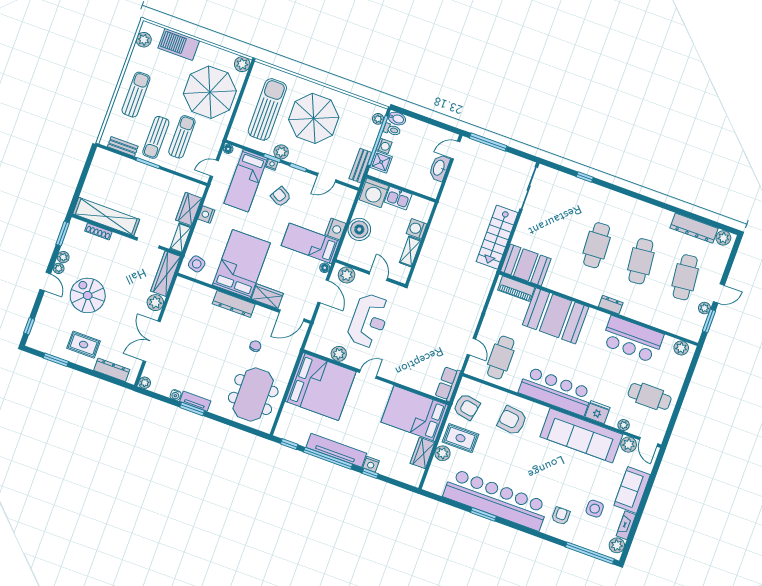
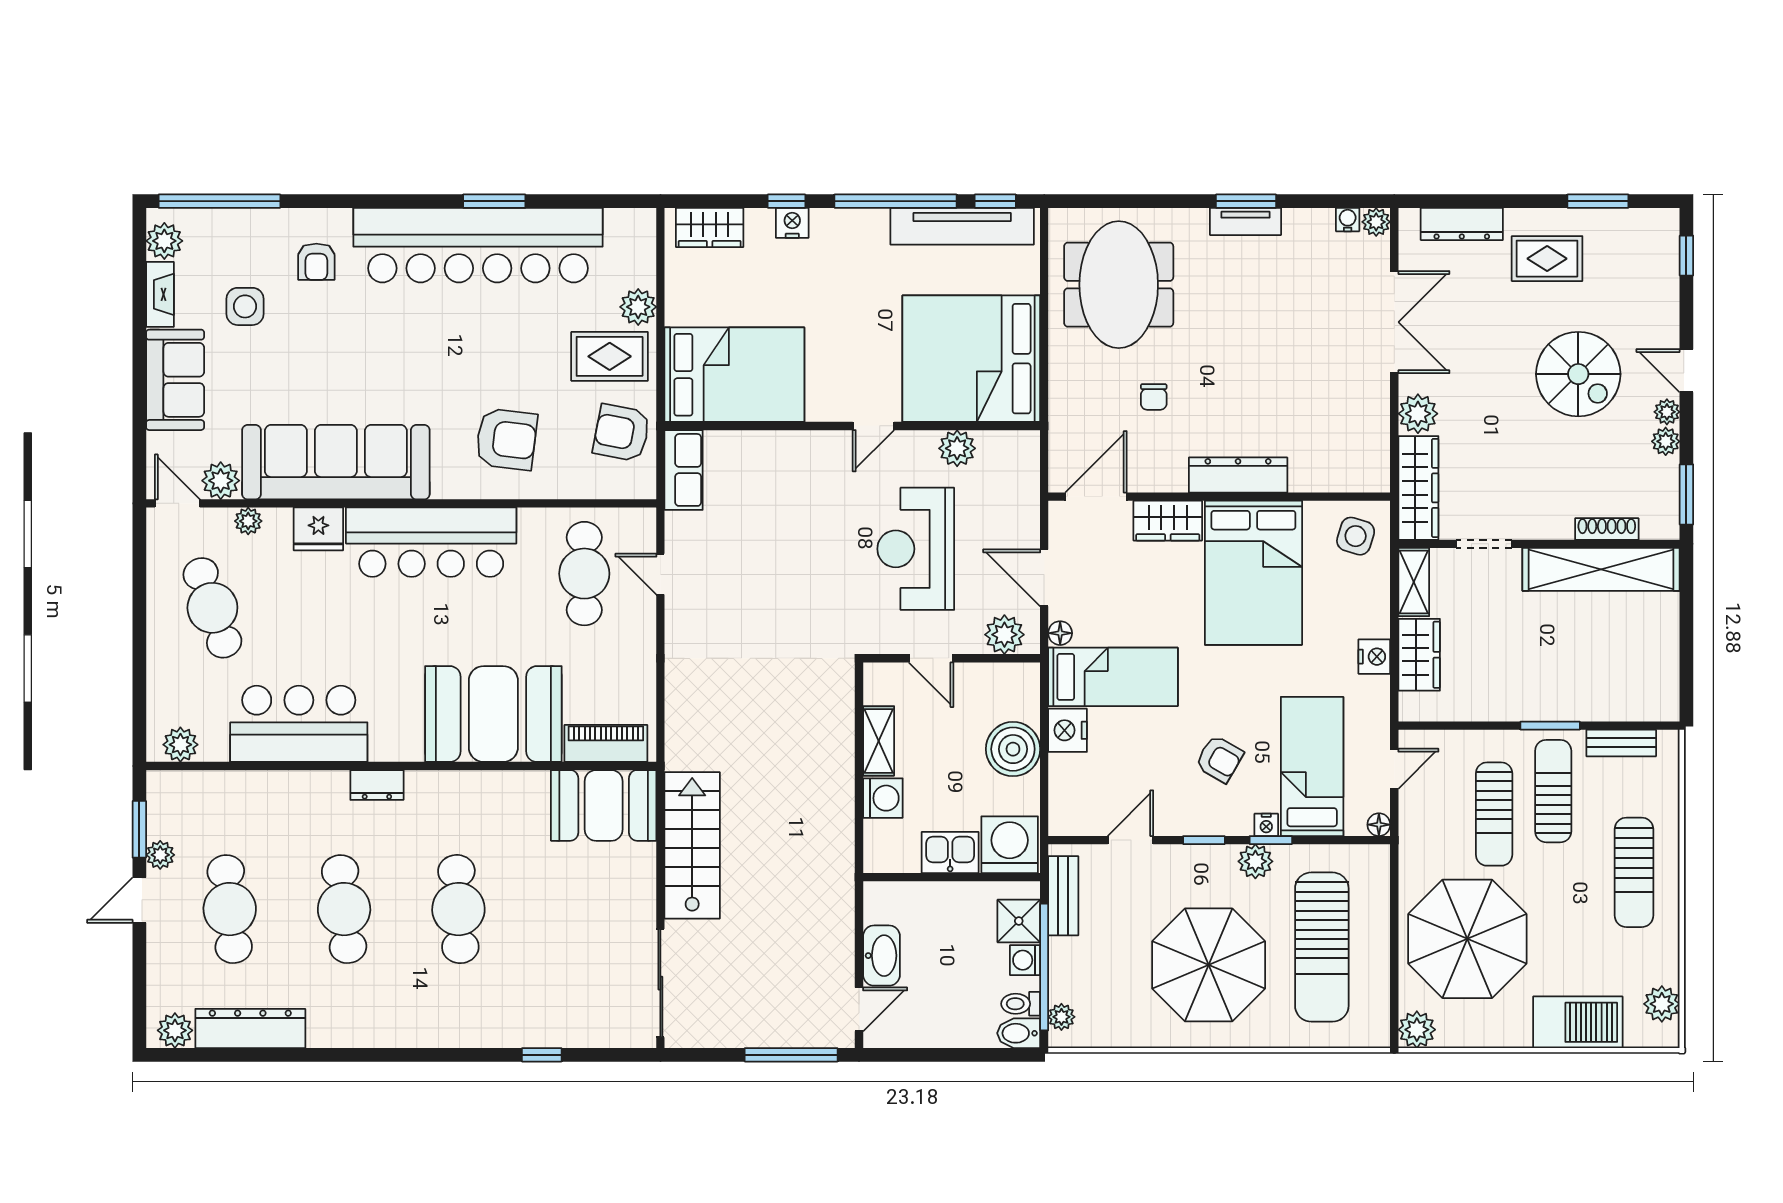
water cooler: (176, 395) -> (1348, 220), moved
cafe table: (650, 396) -> (212, 608), turned 71
tv unit: (336, 450) -> (962, 226), moved
wardrobe: (422, 453) -> (710, 227), moved, turned 90

